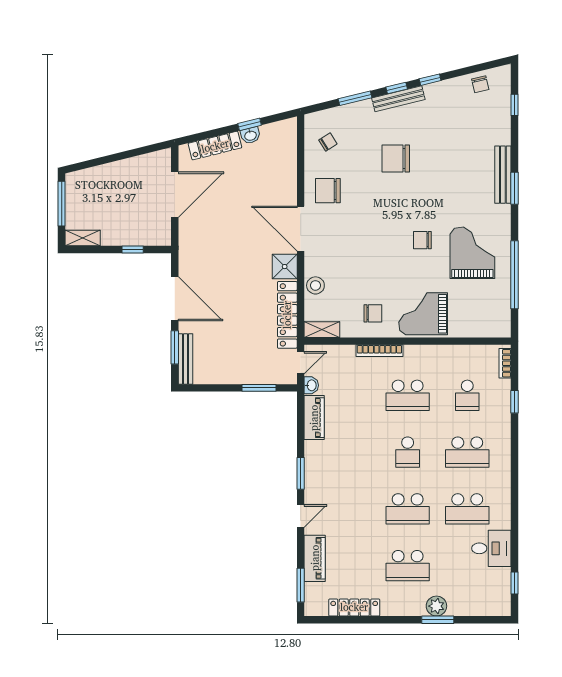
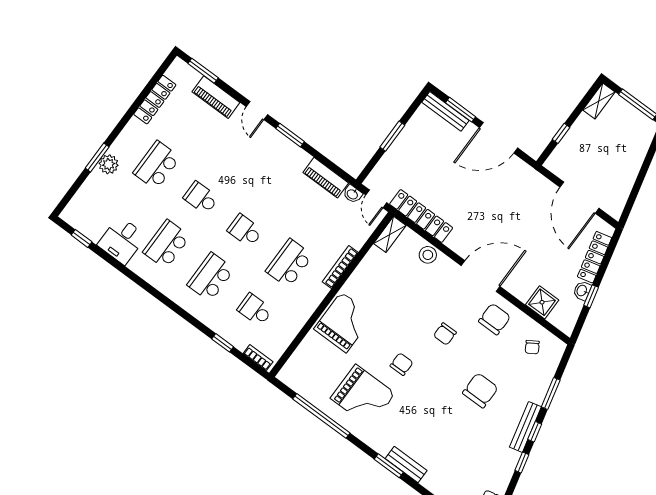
bench: (503, 175) -> (406, 465), width x0.73
shower: (285, 267) -> (542, 302), moved
chair: (373, 313) -> (445, 334), moved
window: (259, 388) -> (392, 136), moved
school desk: (408, 509) -> (201, 198), width x0.54

